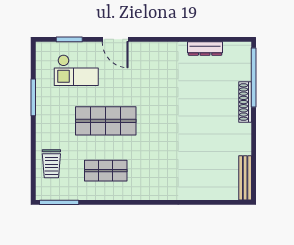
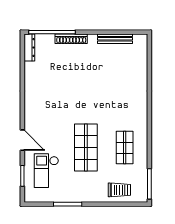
door: (115, 39) -> (22, 140), hinge flipped
dresser: (205, 48) -> (29, 48), moved
checkout: (76, 70) -> (46, 171), turned 180
bench: (245, 178) -> (115, 39), moved

